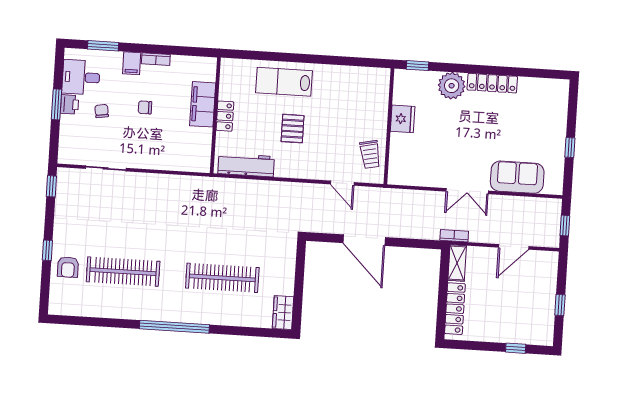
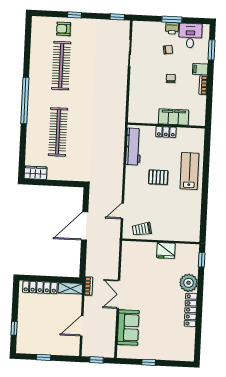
door: (514, 247) -> (82, 326), hinge flipped

